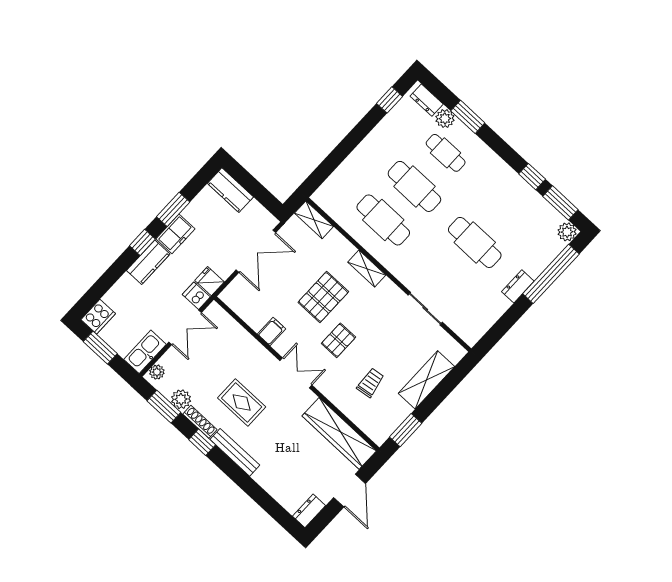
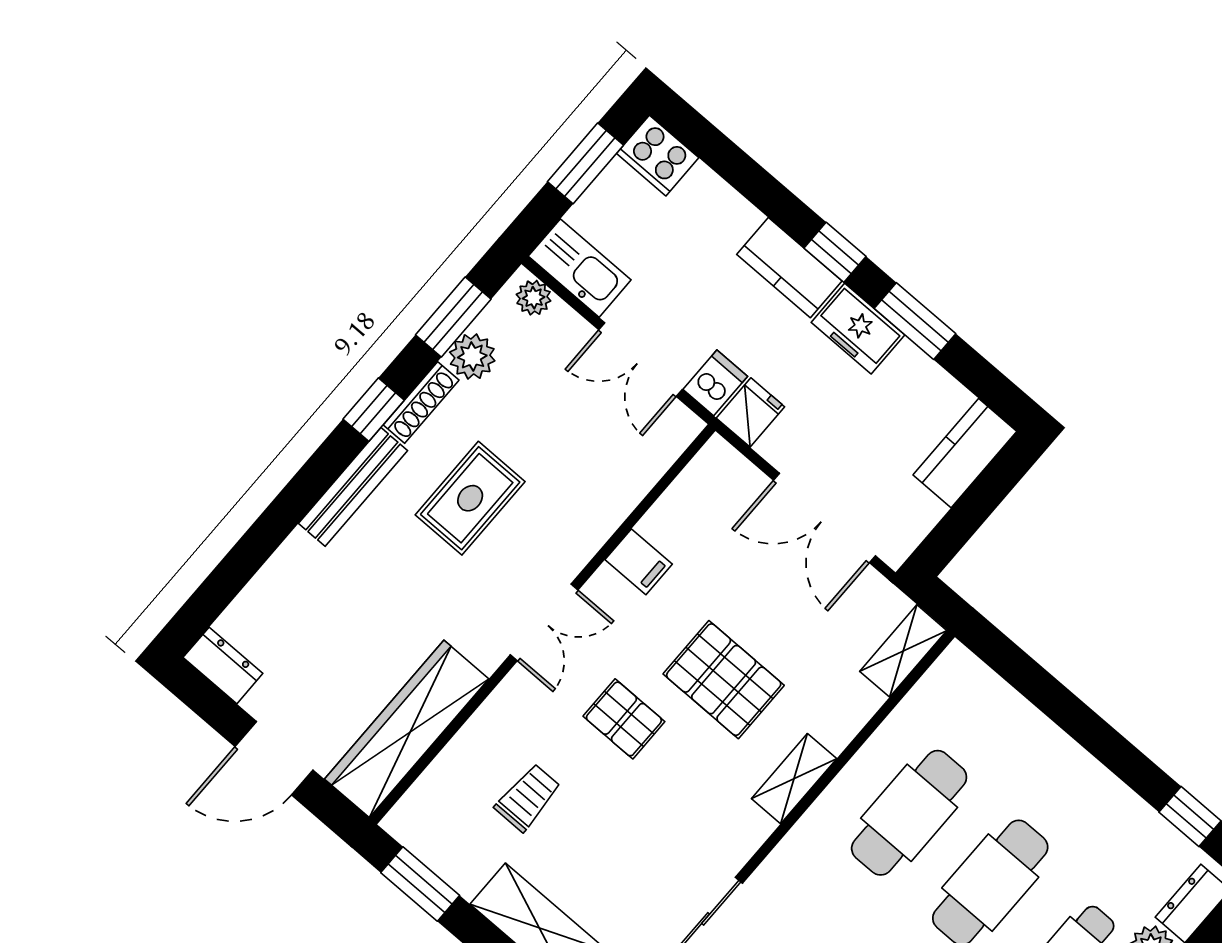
trolley: (371, 383) -> (528, 798), turned -82

